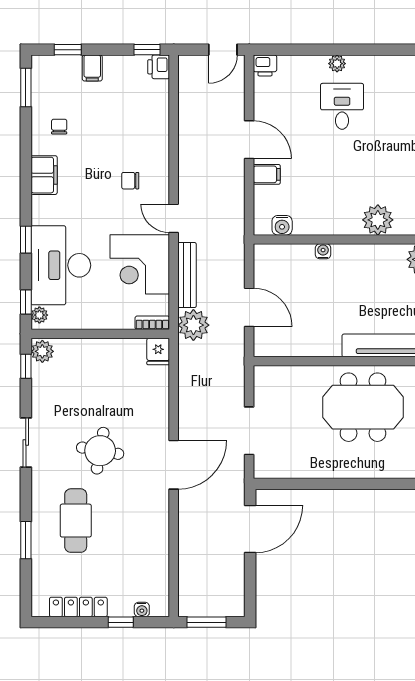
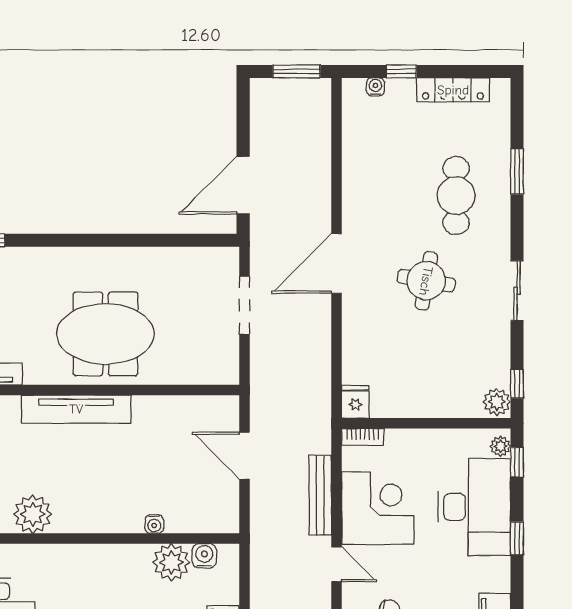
plant: (378, 220) -> (171, 562), moved
plant: (193, 325) -> (312, 434), removed

